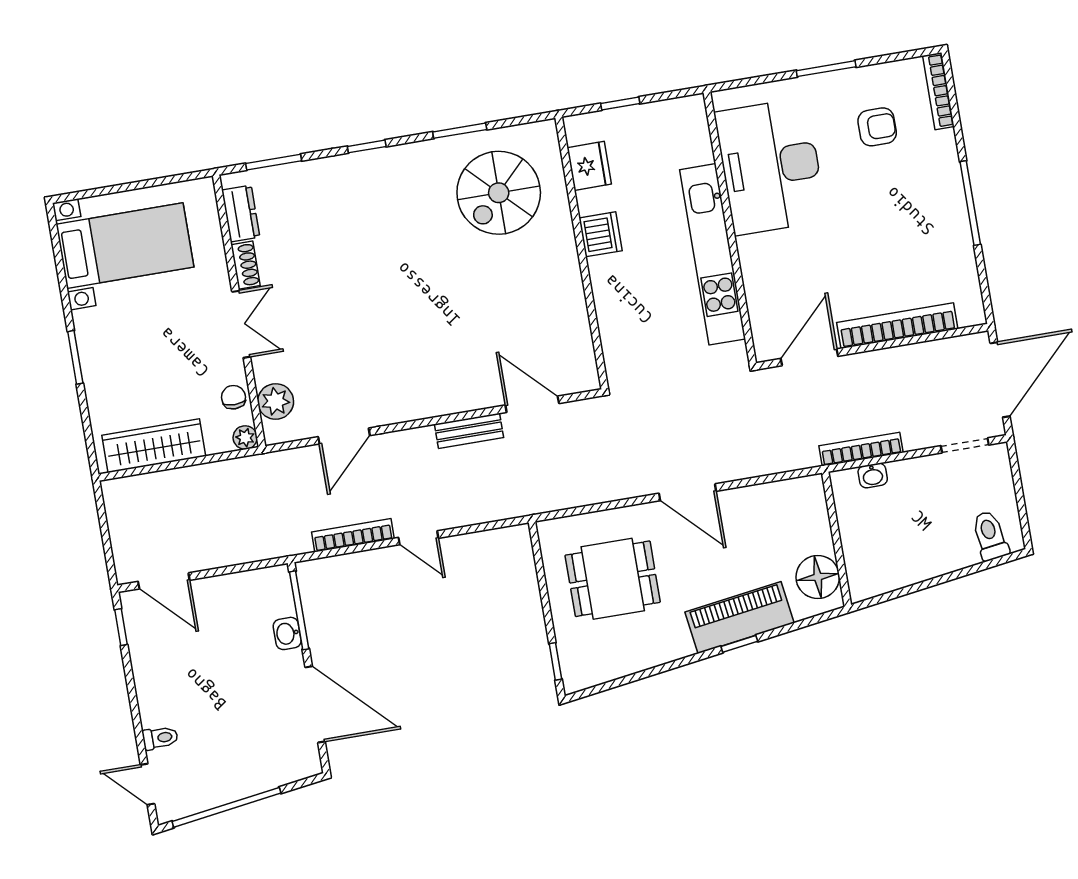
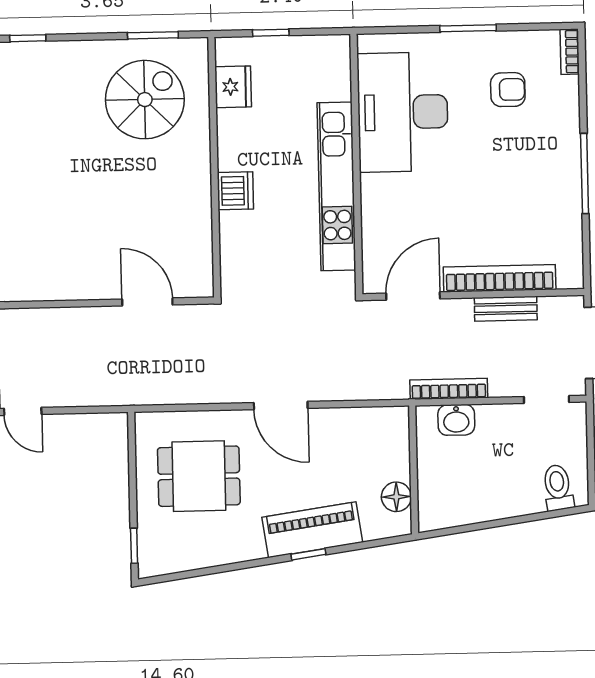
bookcase: (938, 91) -> (570, 52), width x0.64
window: (460, 131) -> (153, 35), moved
spiral stairs: (499, 193) -> (145, 100), turned 180
dishwasher: (601, 234) -> (235, 191), moved
bench: (469, 431) -> (506, 309), moved
washbasin: (873, 476) -> (456, 420), width x1.38, depth x1.45
floor lamp: (818, 577) -> (396, 497), width x0.73, depth x0.73

